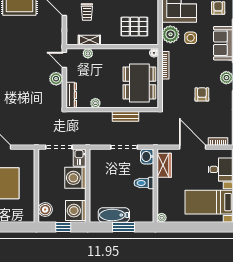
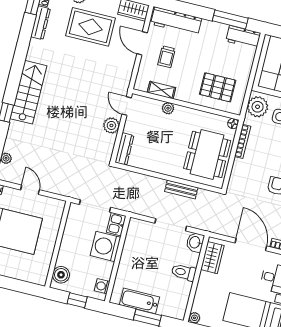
plant: (88, 53) -> (168, 108), moved
plant: (95, 103) -> (150, 165), removed
washing machine: (76, 211) -> (102, 286), width x0.53, depth x0.53

